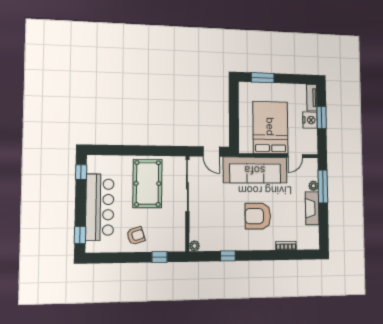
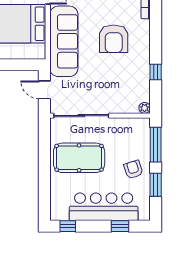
door: (211, 152) -> (44, 90), swing flipped
window: (80, 235) -> (120, 226), moved
window: (160, 257) -> (156, 145), width x2.17
window: (121, 258) -> (156, 185), added

